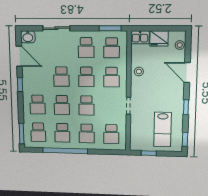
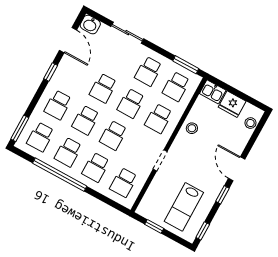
door: (187, 73) -> (237, 169), moved

